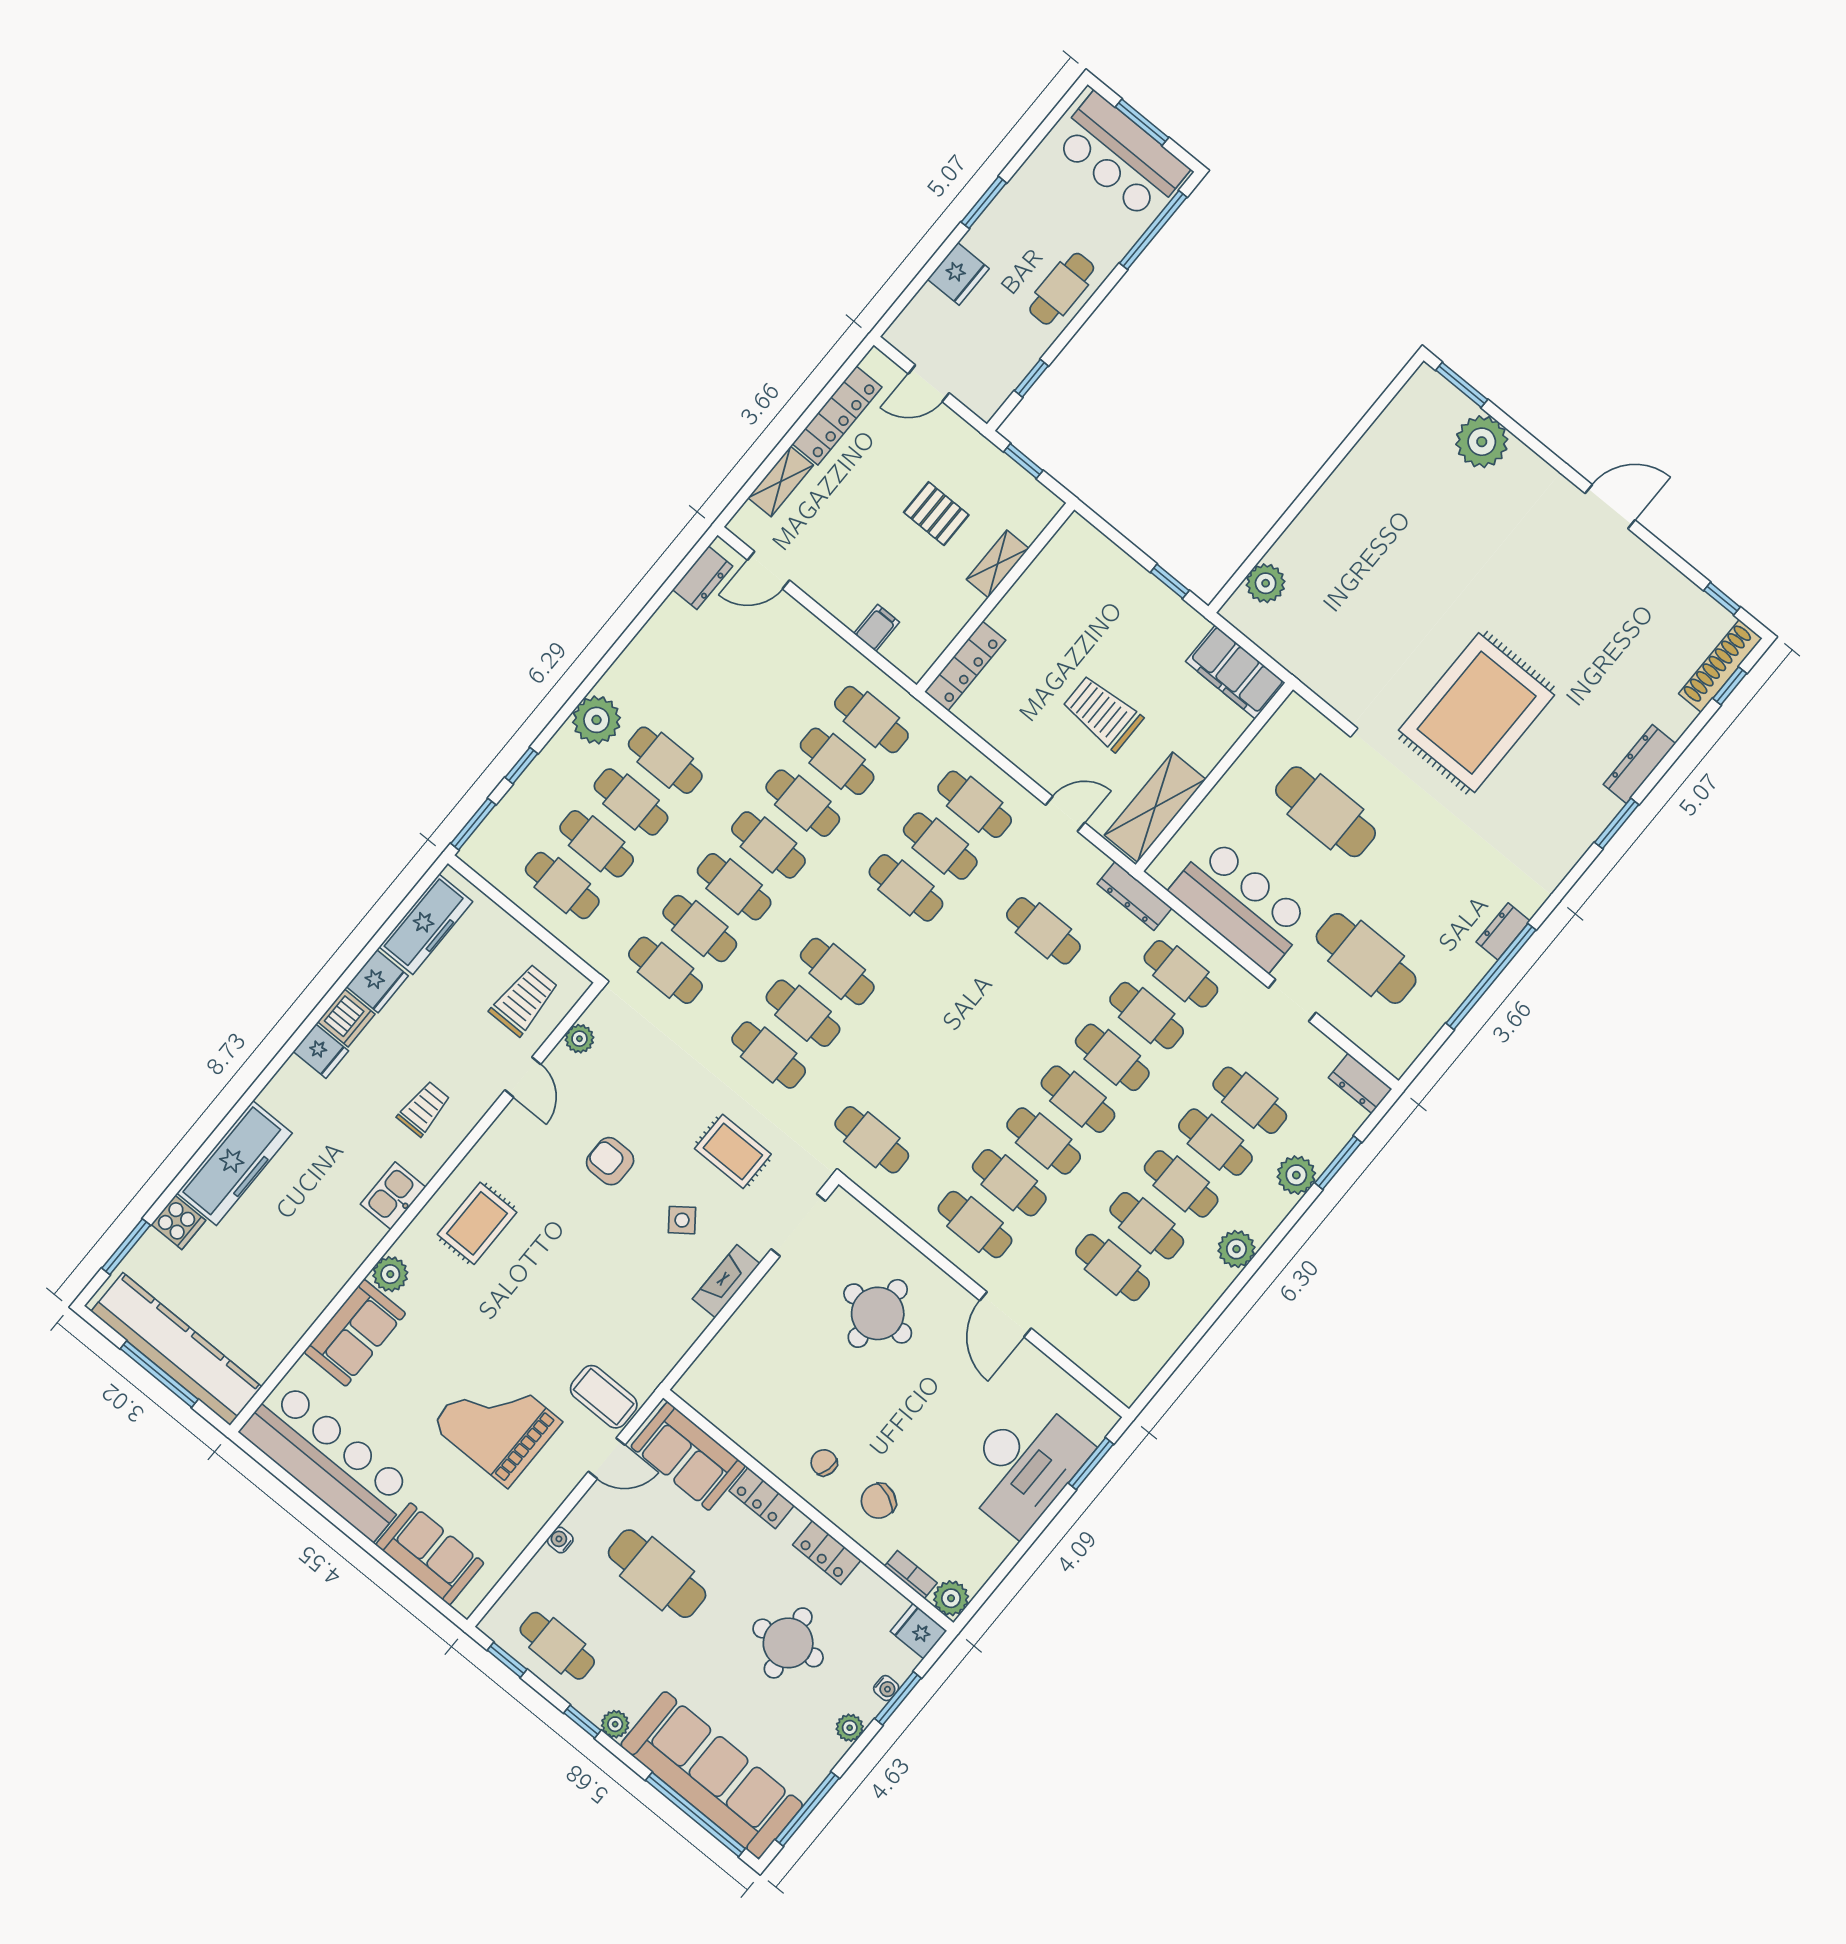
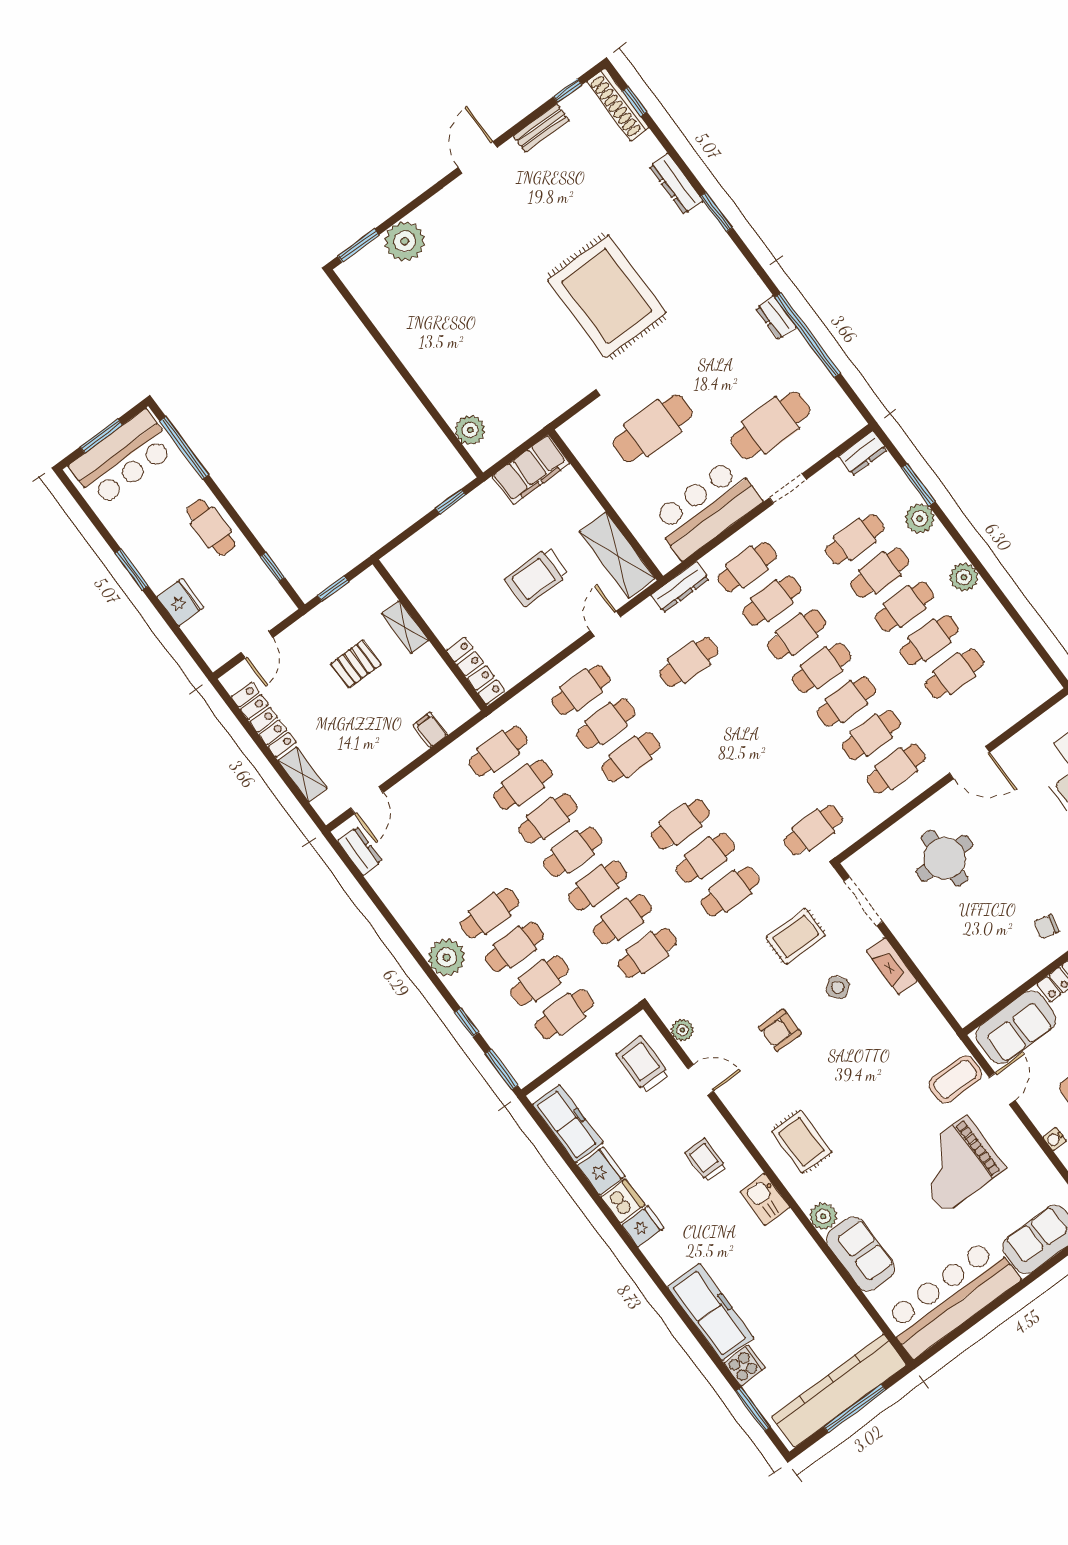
bench: (1667, 577) -> (541, 128), added

